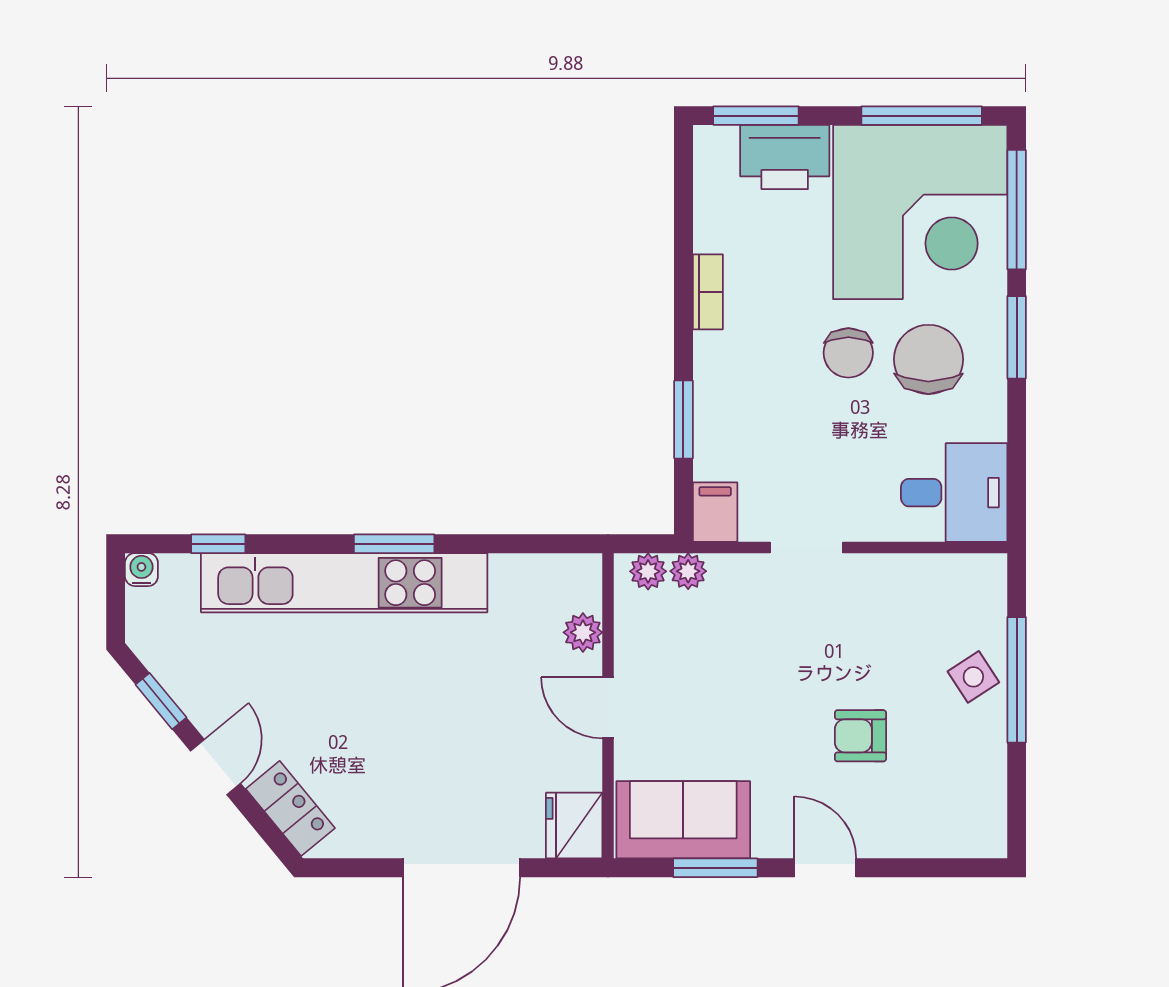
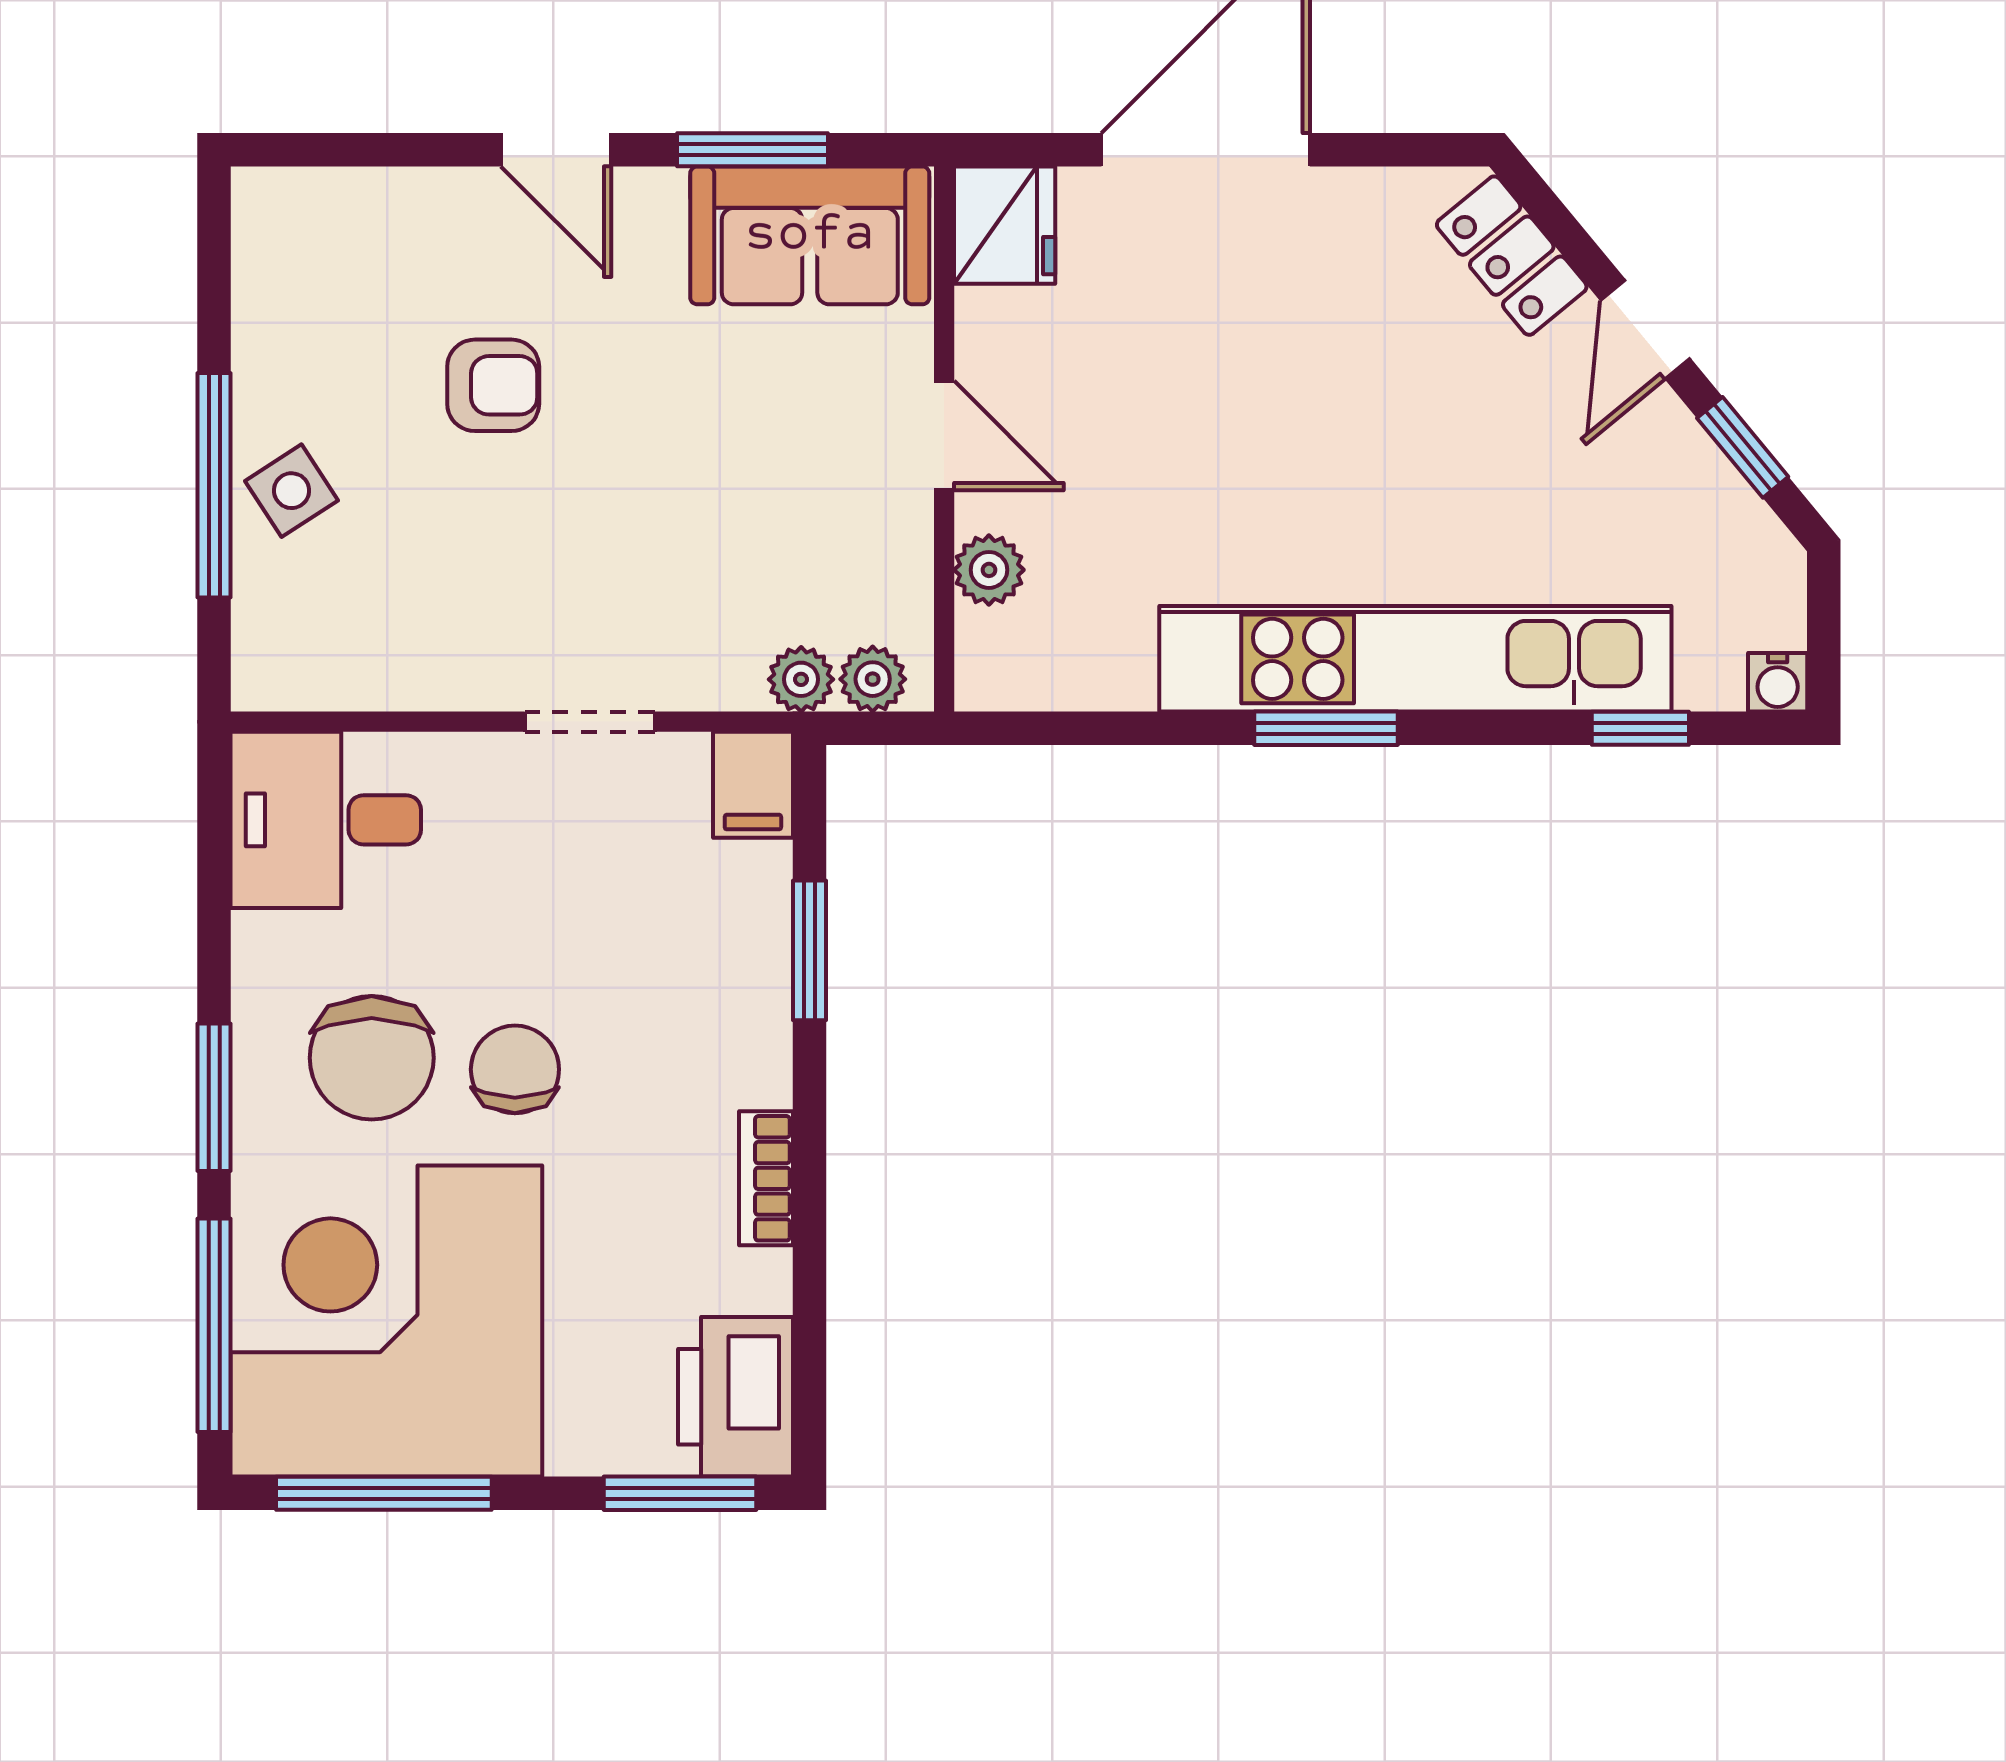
printer: (785, 157) -> (735, 1397), moved, turned -90

